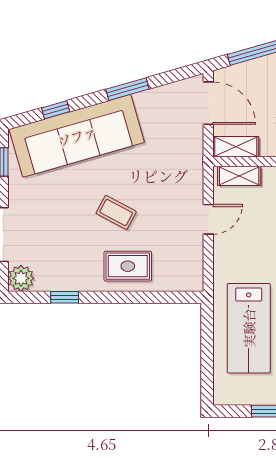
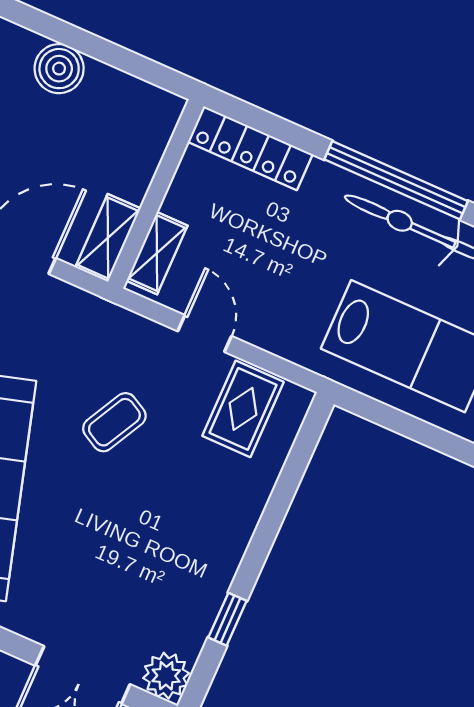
coffee table: (116, 212) -> (114, 422), moved
rug: (128, 266) -> (243, 409), moved

